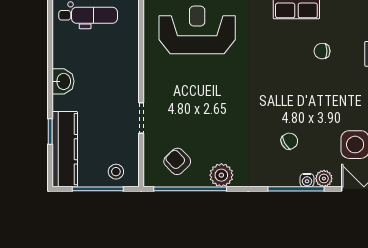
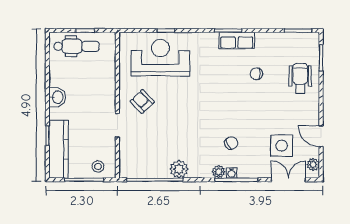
armchair: (177, 161) -> (142, 101), moved
plant: (324, 179) -> (219, 172), moved
water cooler: (307, 180) -> (231, 173), moved

